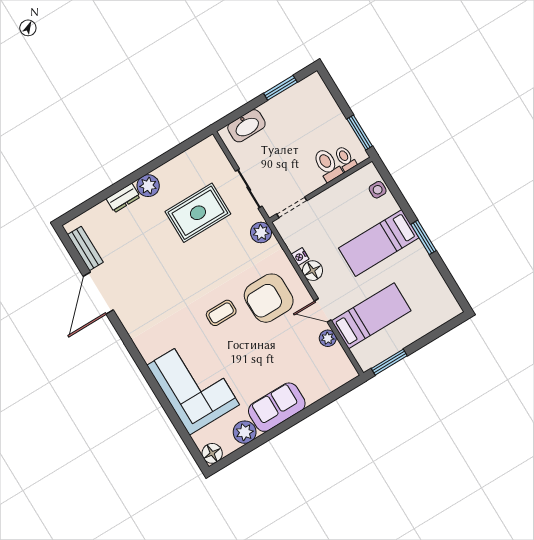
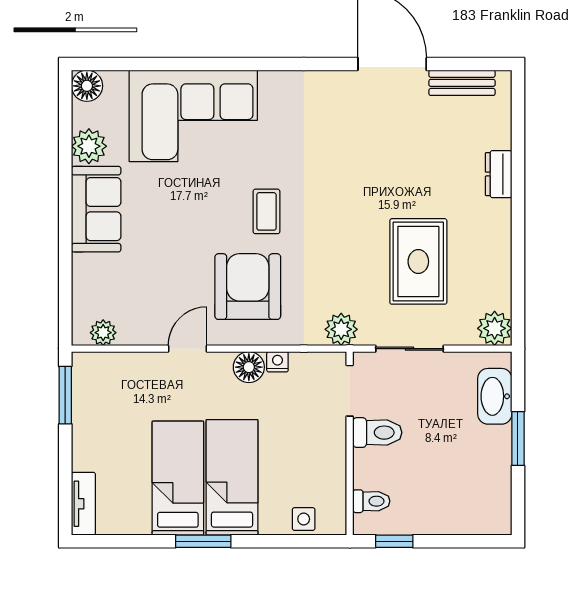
window: (280, 88) -> (518, 439), moved
window: (360, 133) -> (394, 541), width x0.67
toilet: (327, 165) -> (377, 433), moved
plant: (148, 186) -> (495, 328), moved
bed: (371, 316) -> (178, 478), moved, turned 180
tv unit: (443, 316) -> (83, 504), added
plant: (328, 338) -> (103, 333), moved

